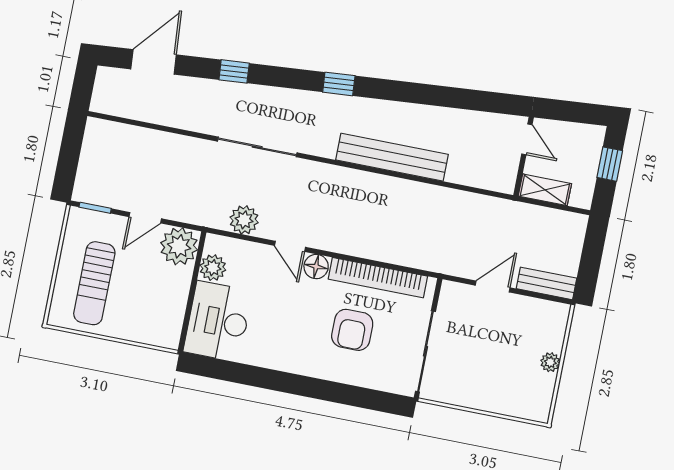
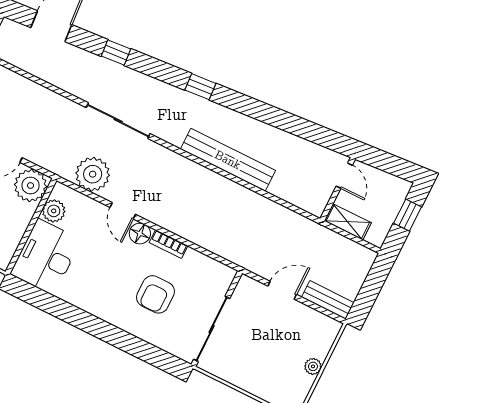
plant: (244, 220) -> (93, 174), width x1.36, depth x1.36
bookcase: (378, 278) -> (169, 244), width x0.43, depth x0.76

